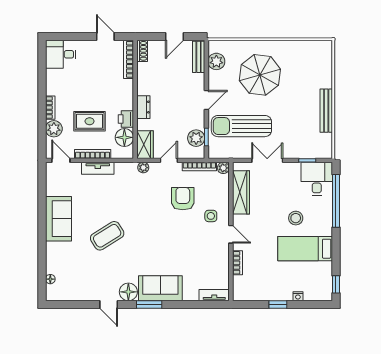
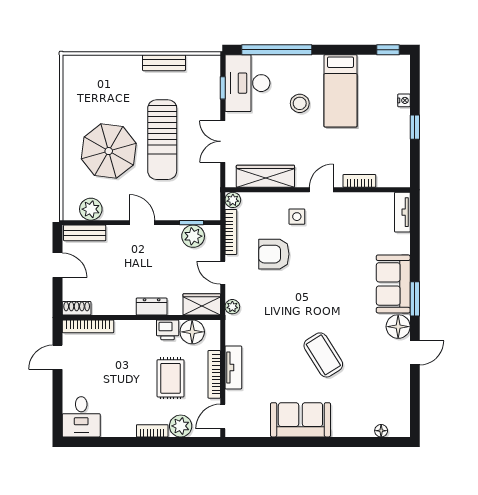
bench: (326, 111) -> (164, 63), width x0.73
sun lounger: (241, 126) -> (162, 140), moved
desk: (317, 179) -> (247, 83), width x1.37

